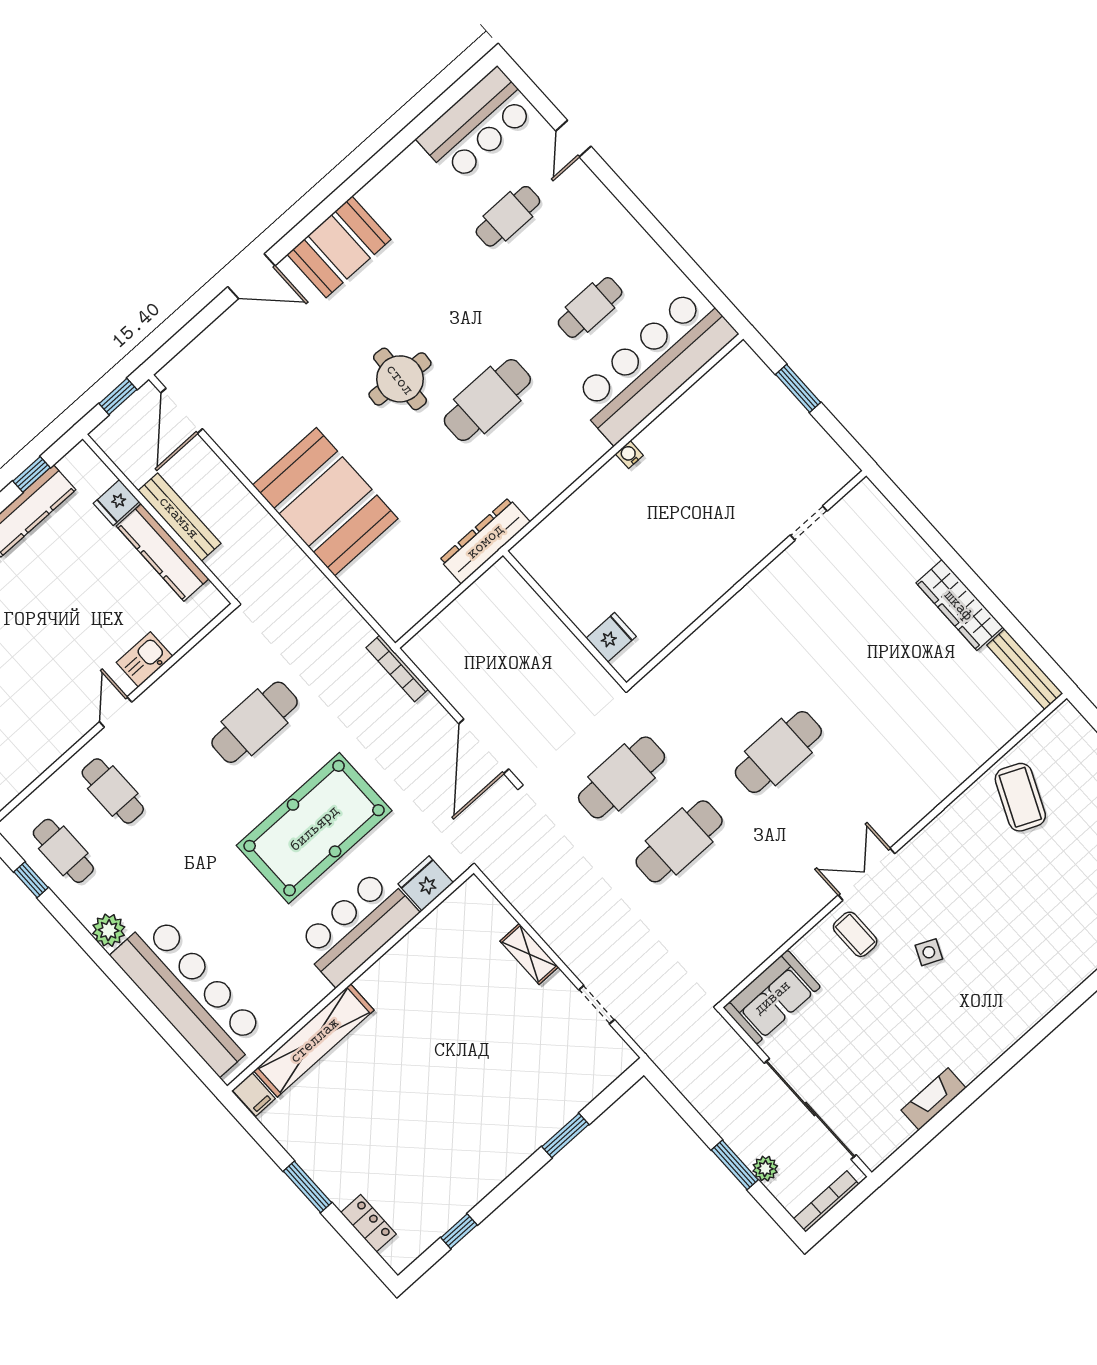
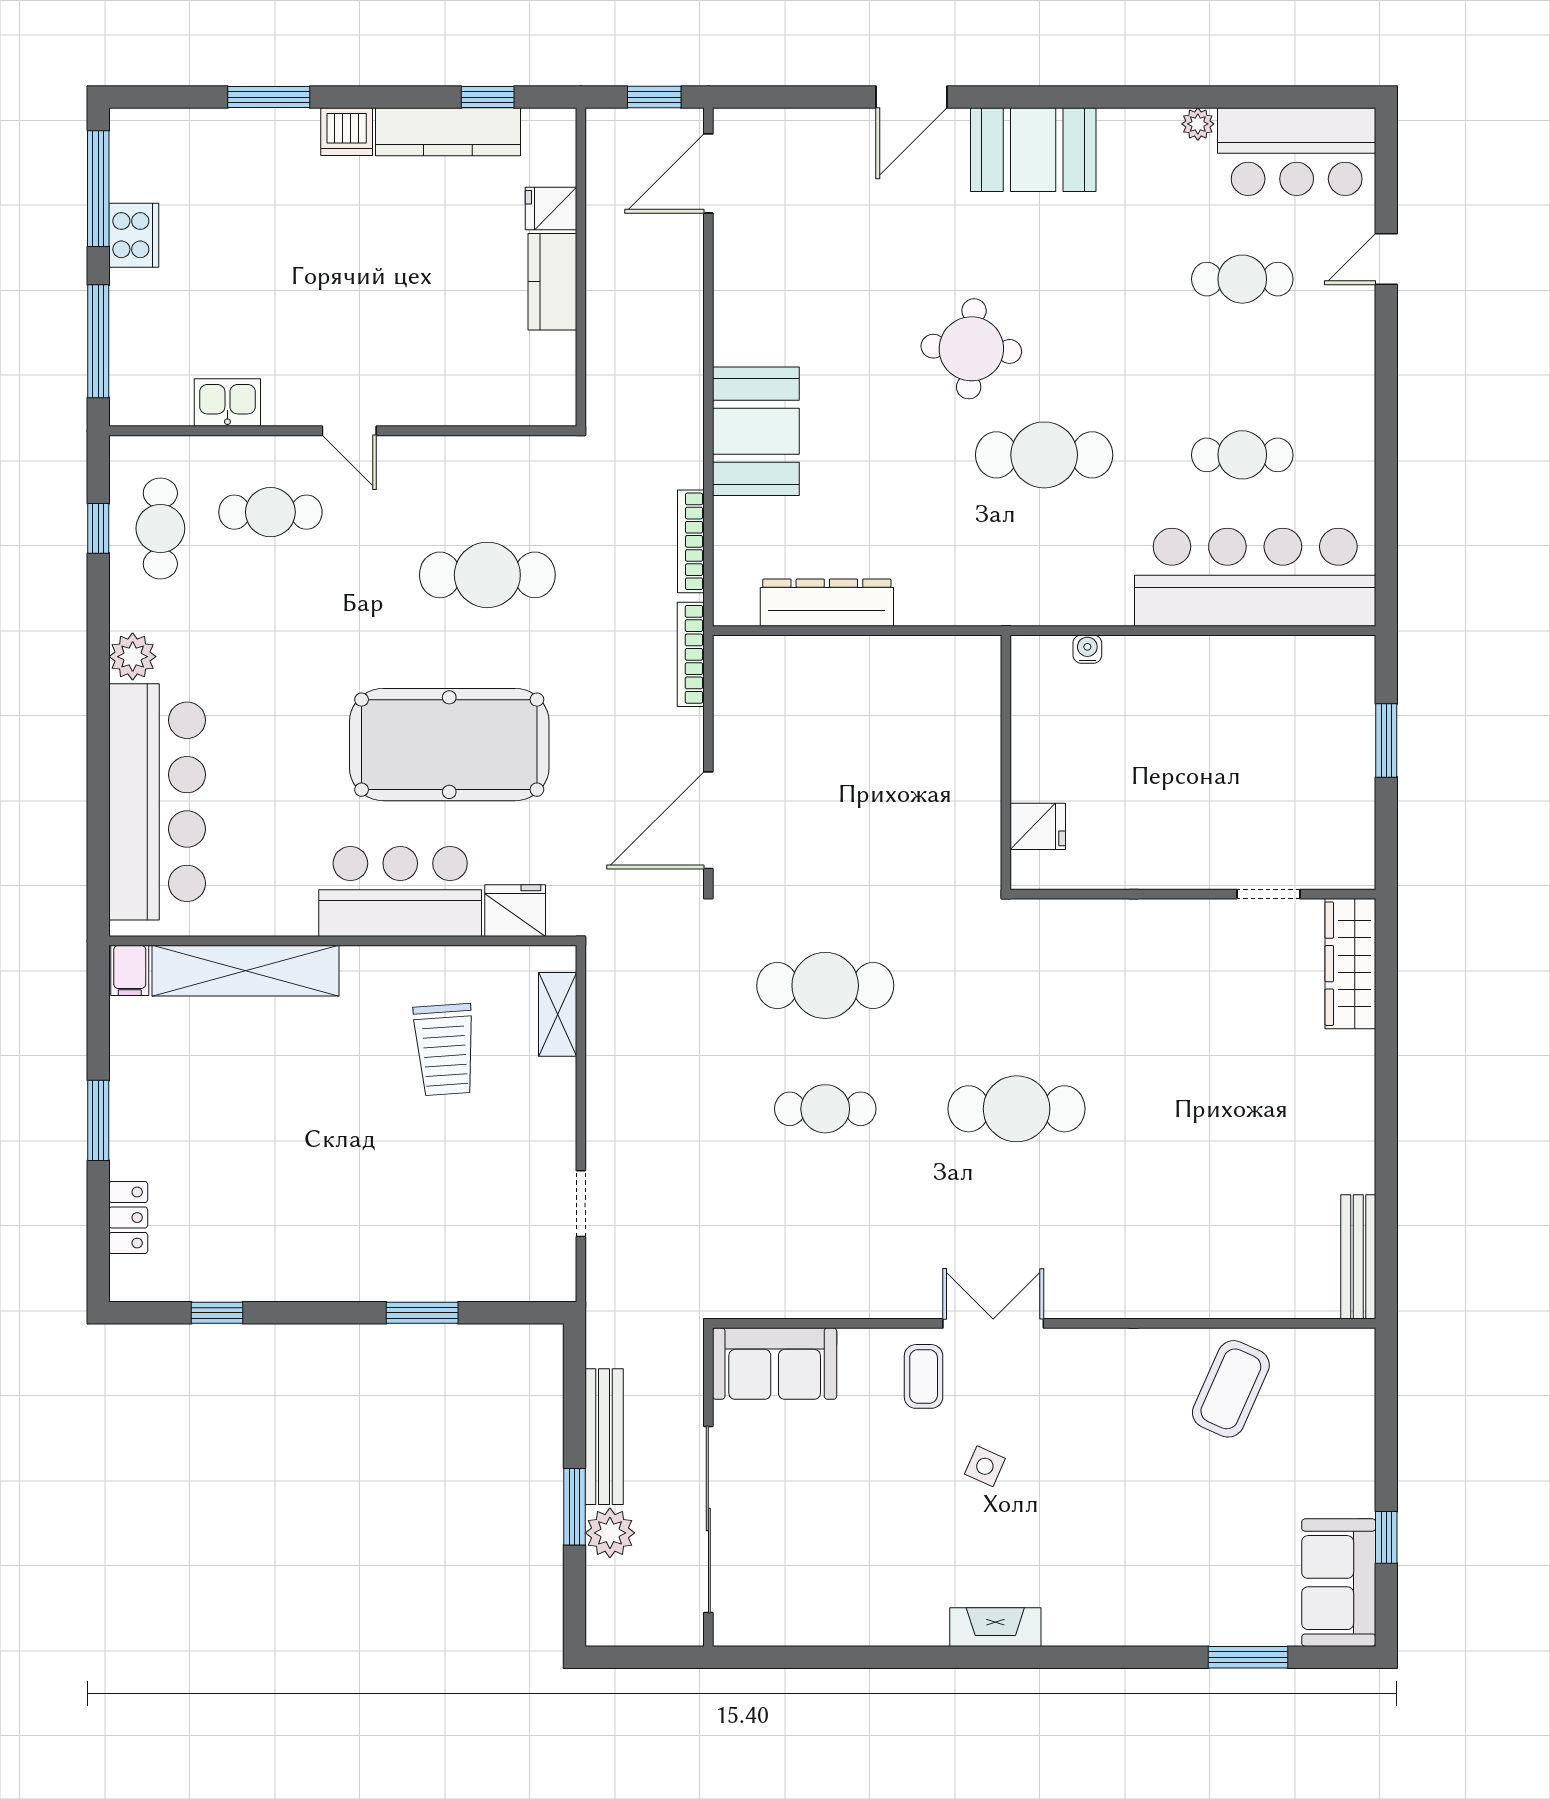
plant: (412, 157) -> (1198, 124), added
door: (251, 276) -> (912, 97), hinge flipped
water cooler: (629, 455) -> (1087, 649), moved
booth: (325, 502) -> (756, 431), width x0.73, depth x0.70
bench: (179, 517) -> (604, 1437), moved
dresser: (485, 541) -> (827, 603), moved
kitchen counter: (163, 552) -> (552, 282), width x0.67
wardrobe: (959, 605) -> (1350, 964), moved
wall: (565, 619) -> (1006, 762), moved
fridge: (611, 637) -> (1038, 826), moved
kitchen sink: (145, 659) -> (227, 403), moved
door: (116, 712) -> (349, 431), swing flipped
cafe table: (113, 791) -> (270, 512), turned 90
cafe table: (679, 841) -> (825, 1109), width x0.73, depth x0.74
shelving: (529, 954) -> (558, 1014), moved
trolley: (454, 988) -> (445, 1050), added
fireplace: (934, 1099) -> (995, 1627), moved
plant: (765, 1169) -> (610, 1533), width x1.38, depth x1.38
bookcase: (826, 1202) -> (691, 541), moved, turned -90

